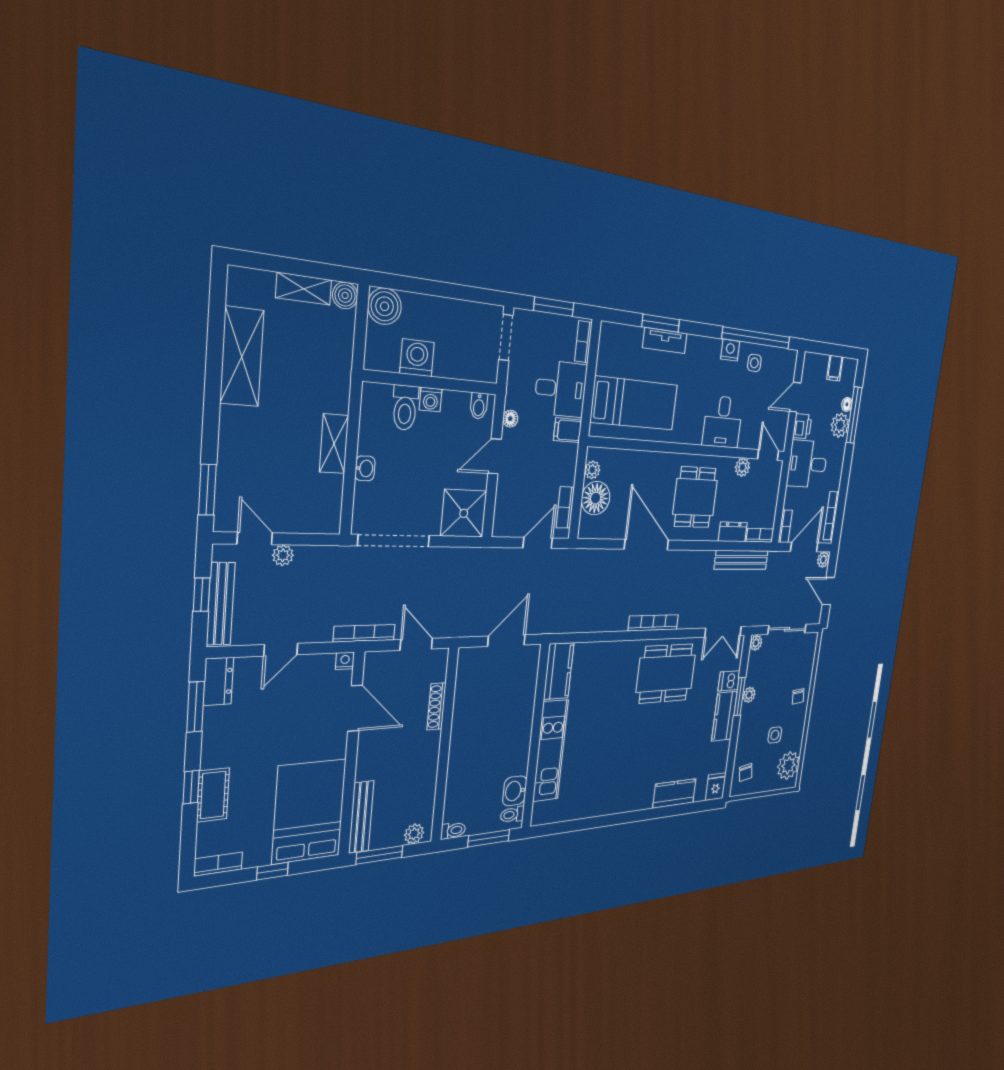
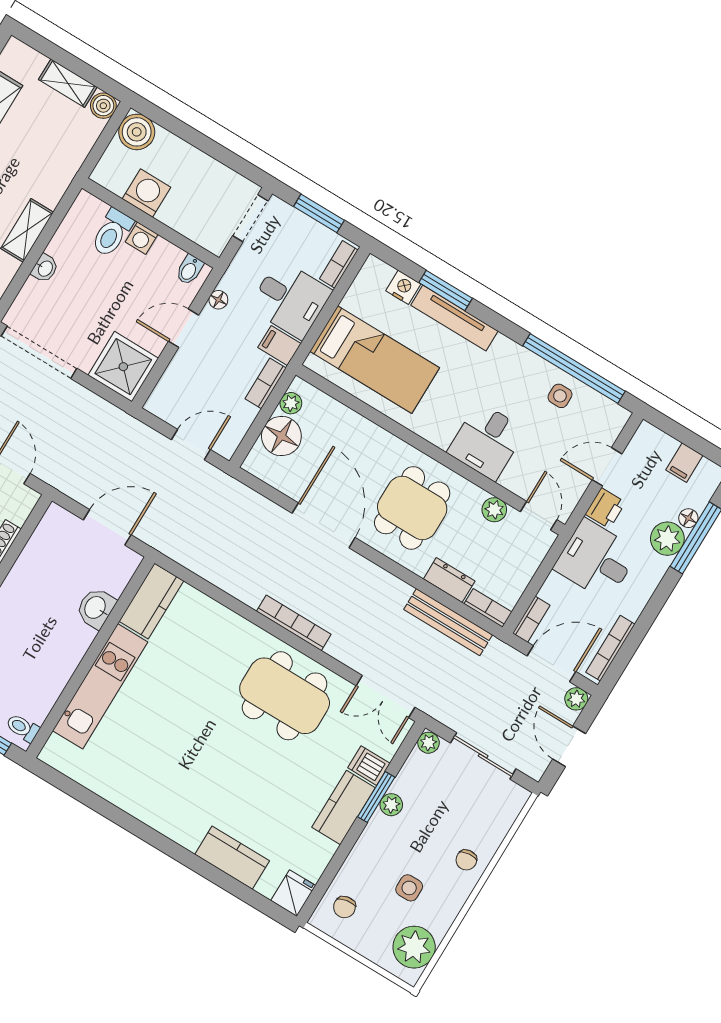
tv unit: (665, 340) -> (454, 318), width x1.41
nightstand: (730, 350) -> (403, 287), moved
bookcase: (565, 507) -> (266, 383), moved
washbasin: (515, 791) -> (96, 608), moved

